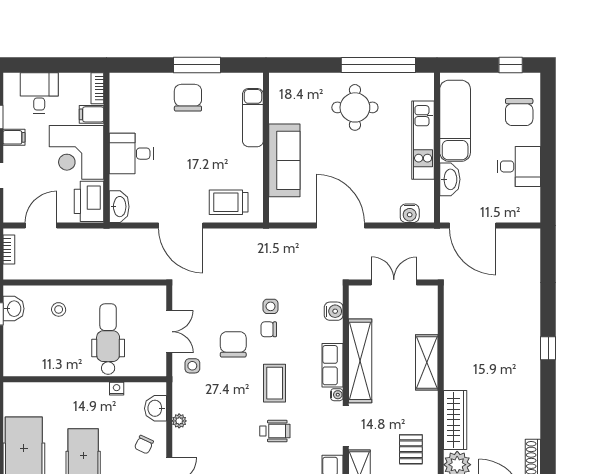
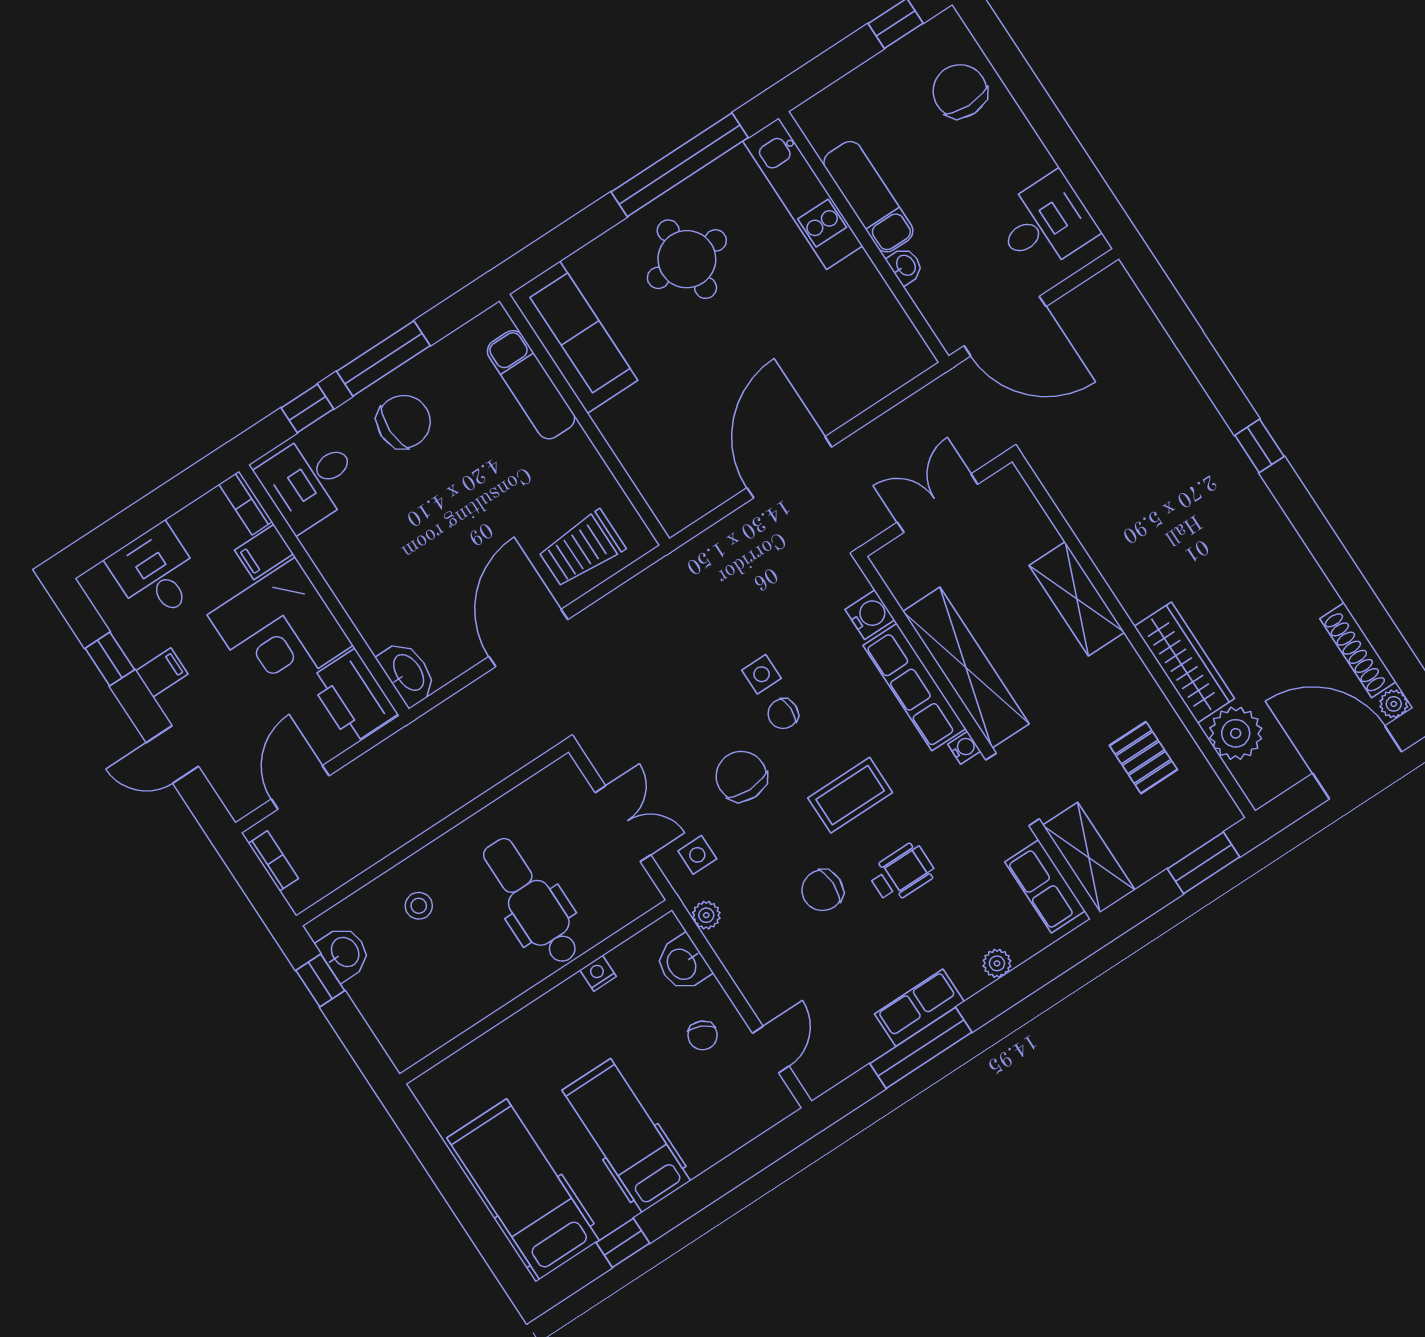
window: (150, 65) -> (307, 408), added
chair: (188, 98) -> (404, 422), turned 90
chair: (519, 112) -> (960, 91), turned 180
exam couch: (455, 121) -> (868, 197), width x0.73, depth x0.69
kitchen unit: (423, 140) -> (803, 194), moved
desk: (131, 154) -> (310, 480), moved
sofa: (284, 160) -> (573, 337), moved
desk: (519, 166) -> (1045, 223), moved
washbasin: (450, 179) -> (905, 266), width x0.52, depth x0.69
water cooler: (410, 213) -> (889, 373), removed
door: (181, 225) -> (528, 638), swing flipped
door: (340, 225) -> (789, 467), hinge flipped
row of seats: (333, 365) -> (914, 687), width x1.48
coffee table: (275, 383) -> (850, 795), turned 90
chair: (236, 416) -> (822, 890), added
plant: (179, 421) -> (706, 915), moved

